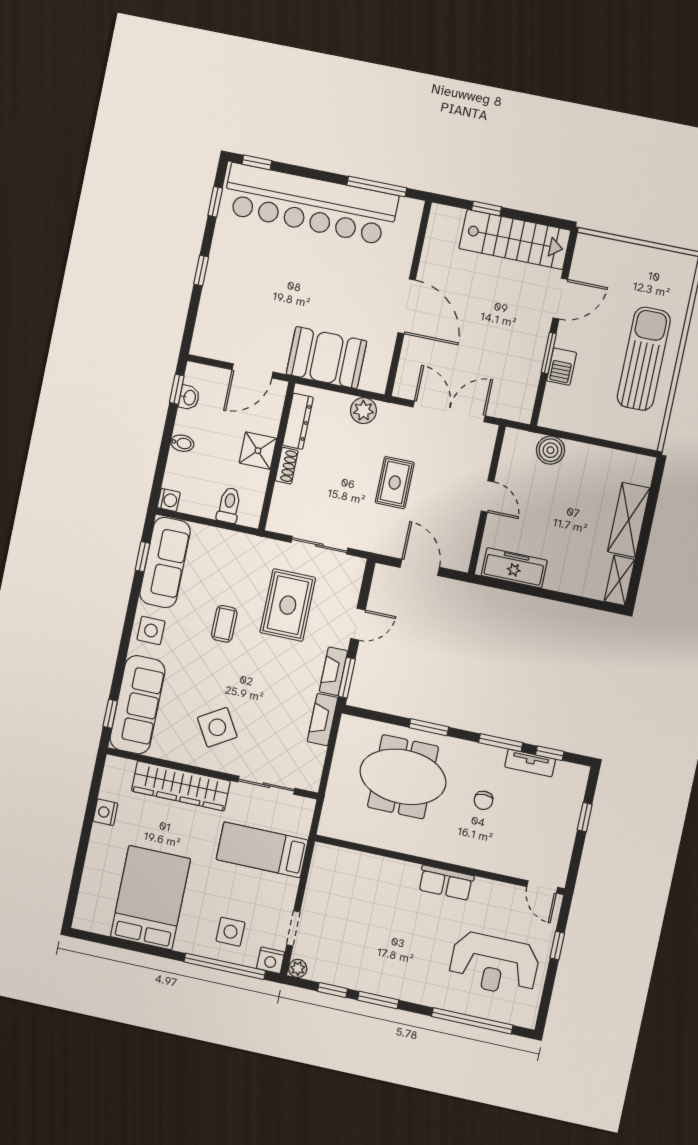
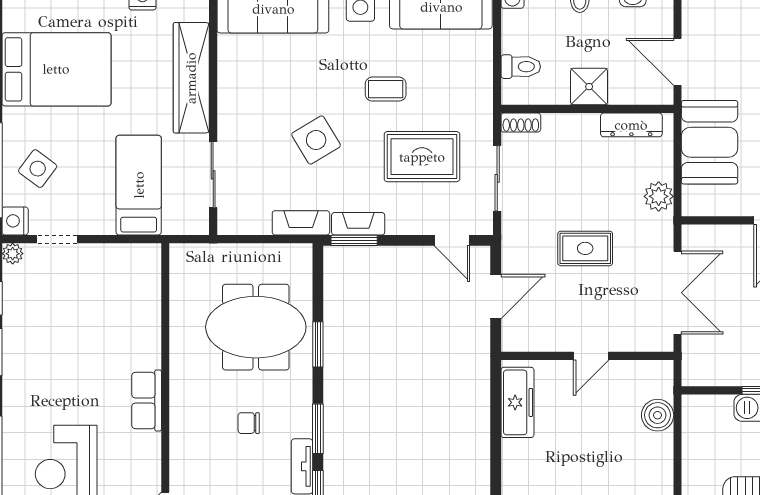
shoe rack: (287, 466) -> (521, 123), moved
door: (358, 624) -> (452, 240), moved
side table: (217, 727) -> (316, 140), moved
meeting table: (403, 777) -> (256, 327), turned 90
side table: (230, 932) -> (38, 169), turned 37

